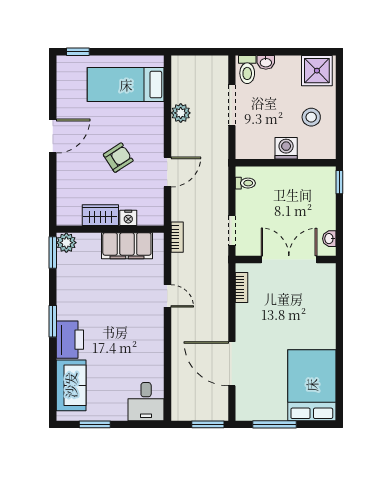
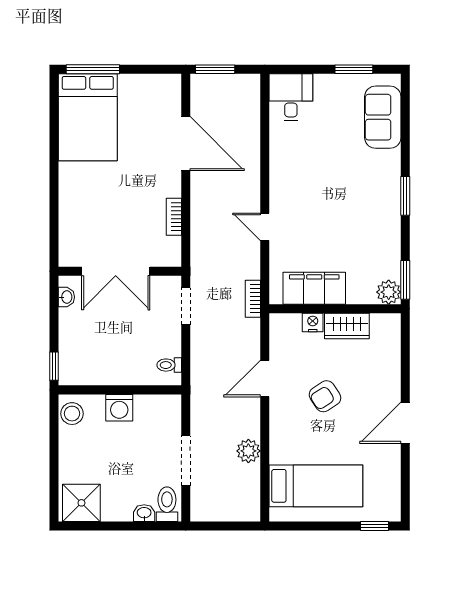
stool: (311, 117) -> (72, 414), moved
bookcase: (242, 288) -> (174, 217), moved
printer: (70, 340) -> (384, 173), removed
window: (274, 424) -> (93, 69), moved

